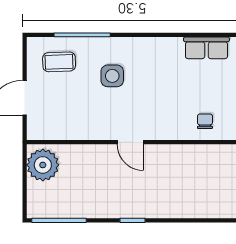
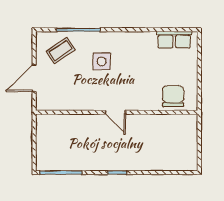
coffee table: (59, 62) -> (61, 51), turned -32
chair: (205, 121) -> (173, 96), width x1.87, depth x1.87
plant: (43, 165) -> (48, 130), removed

